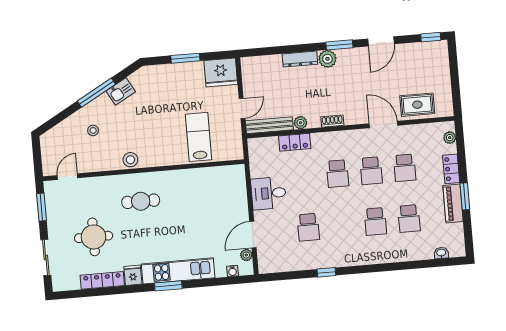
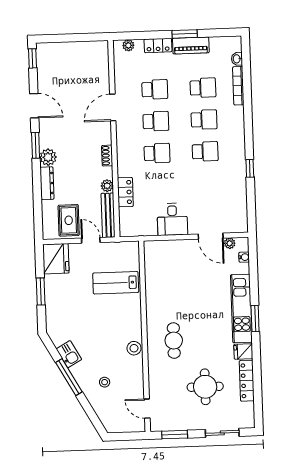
rug: (417, 105) -> (69, 220), moved
school desk: (308, 227) -> (205, 151), moved
bookcase: (413, 256) -> (238, 86), added

